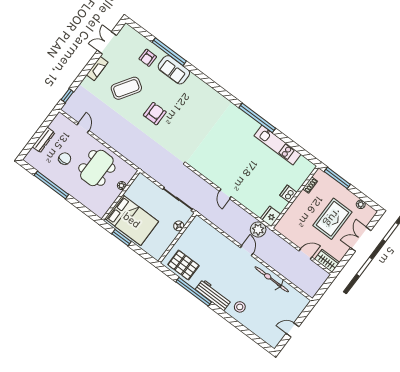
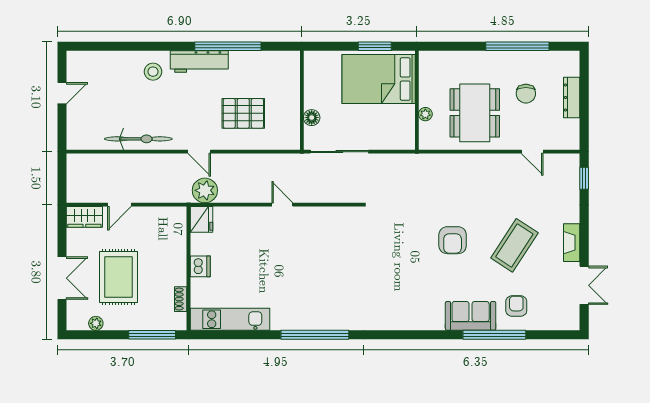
kitchen unit: (277, 145) -> (230, 319), moved
pallet: (183, 265) -> (243, 113), moved

